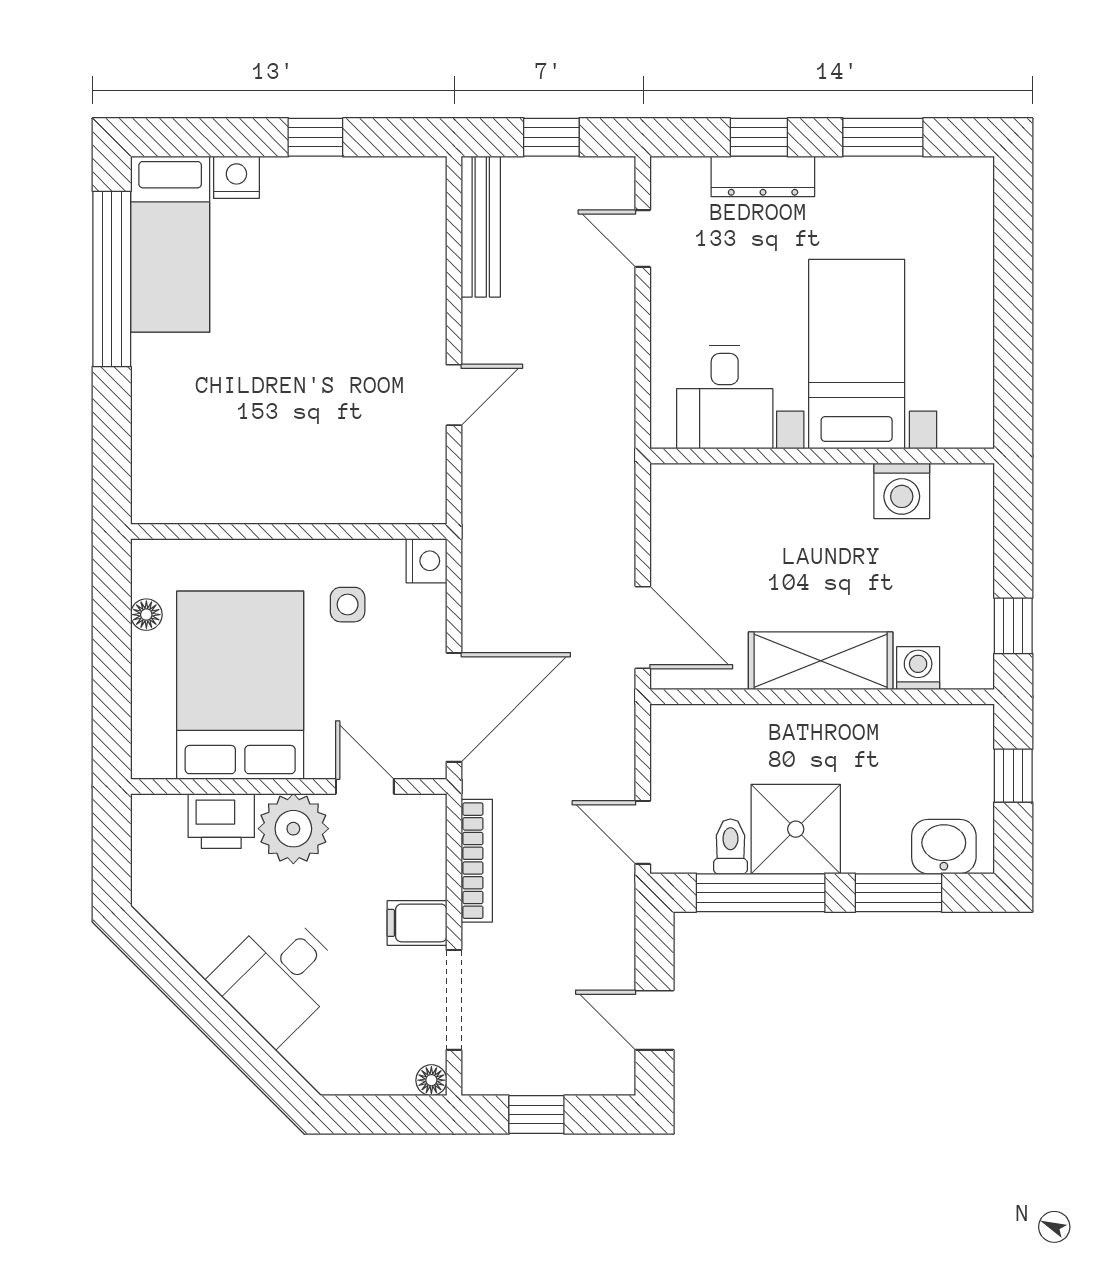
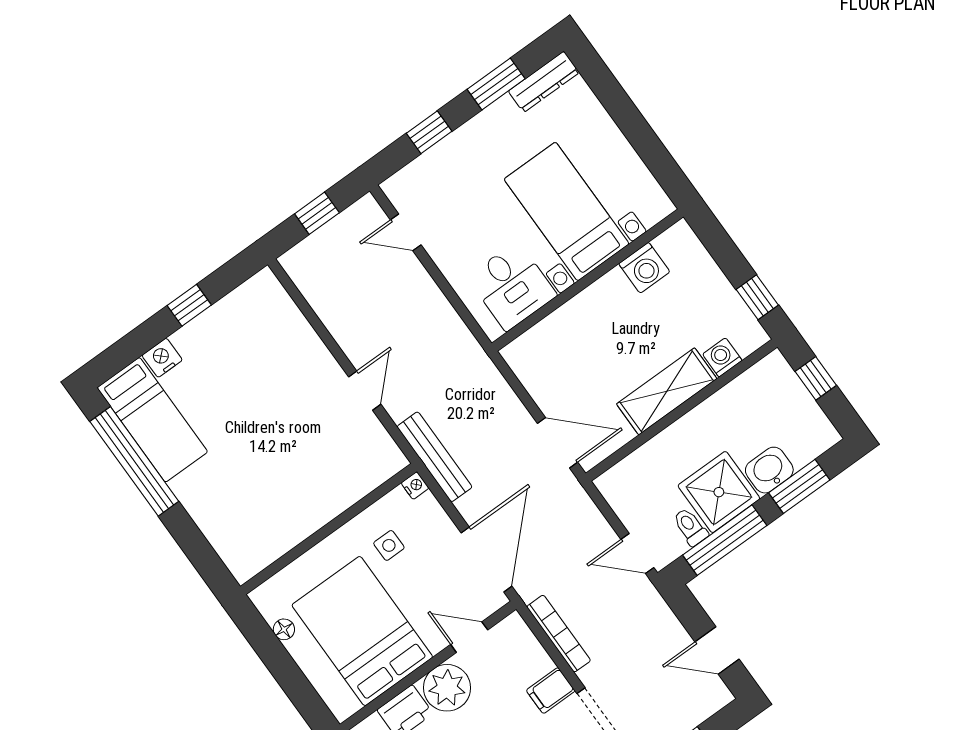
dresser: (763, 176) -> (544, 82), moved
bench: (481, 227) -> (435, 457), moved
nightstand: (426, 561) -> (415, 486), width x0.72, depth x0.74
washbasin: (944, 847) -> (769, 470), moved

